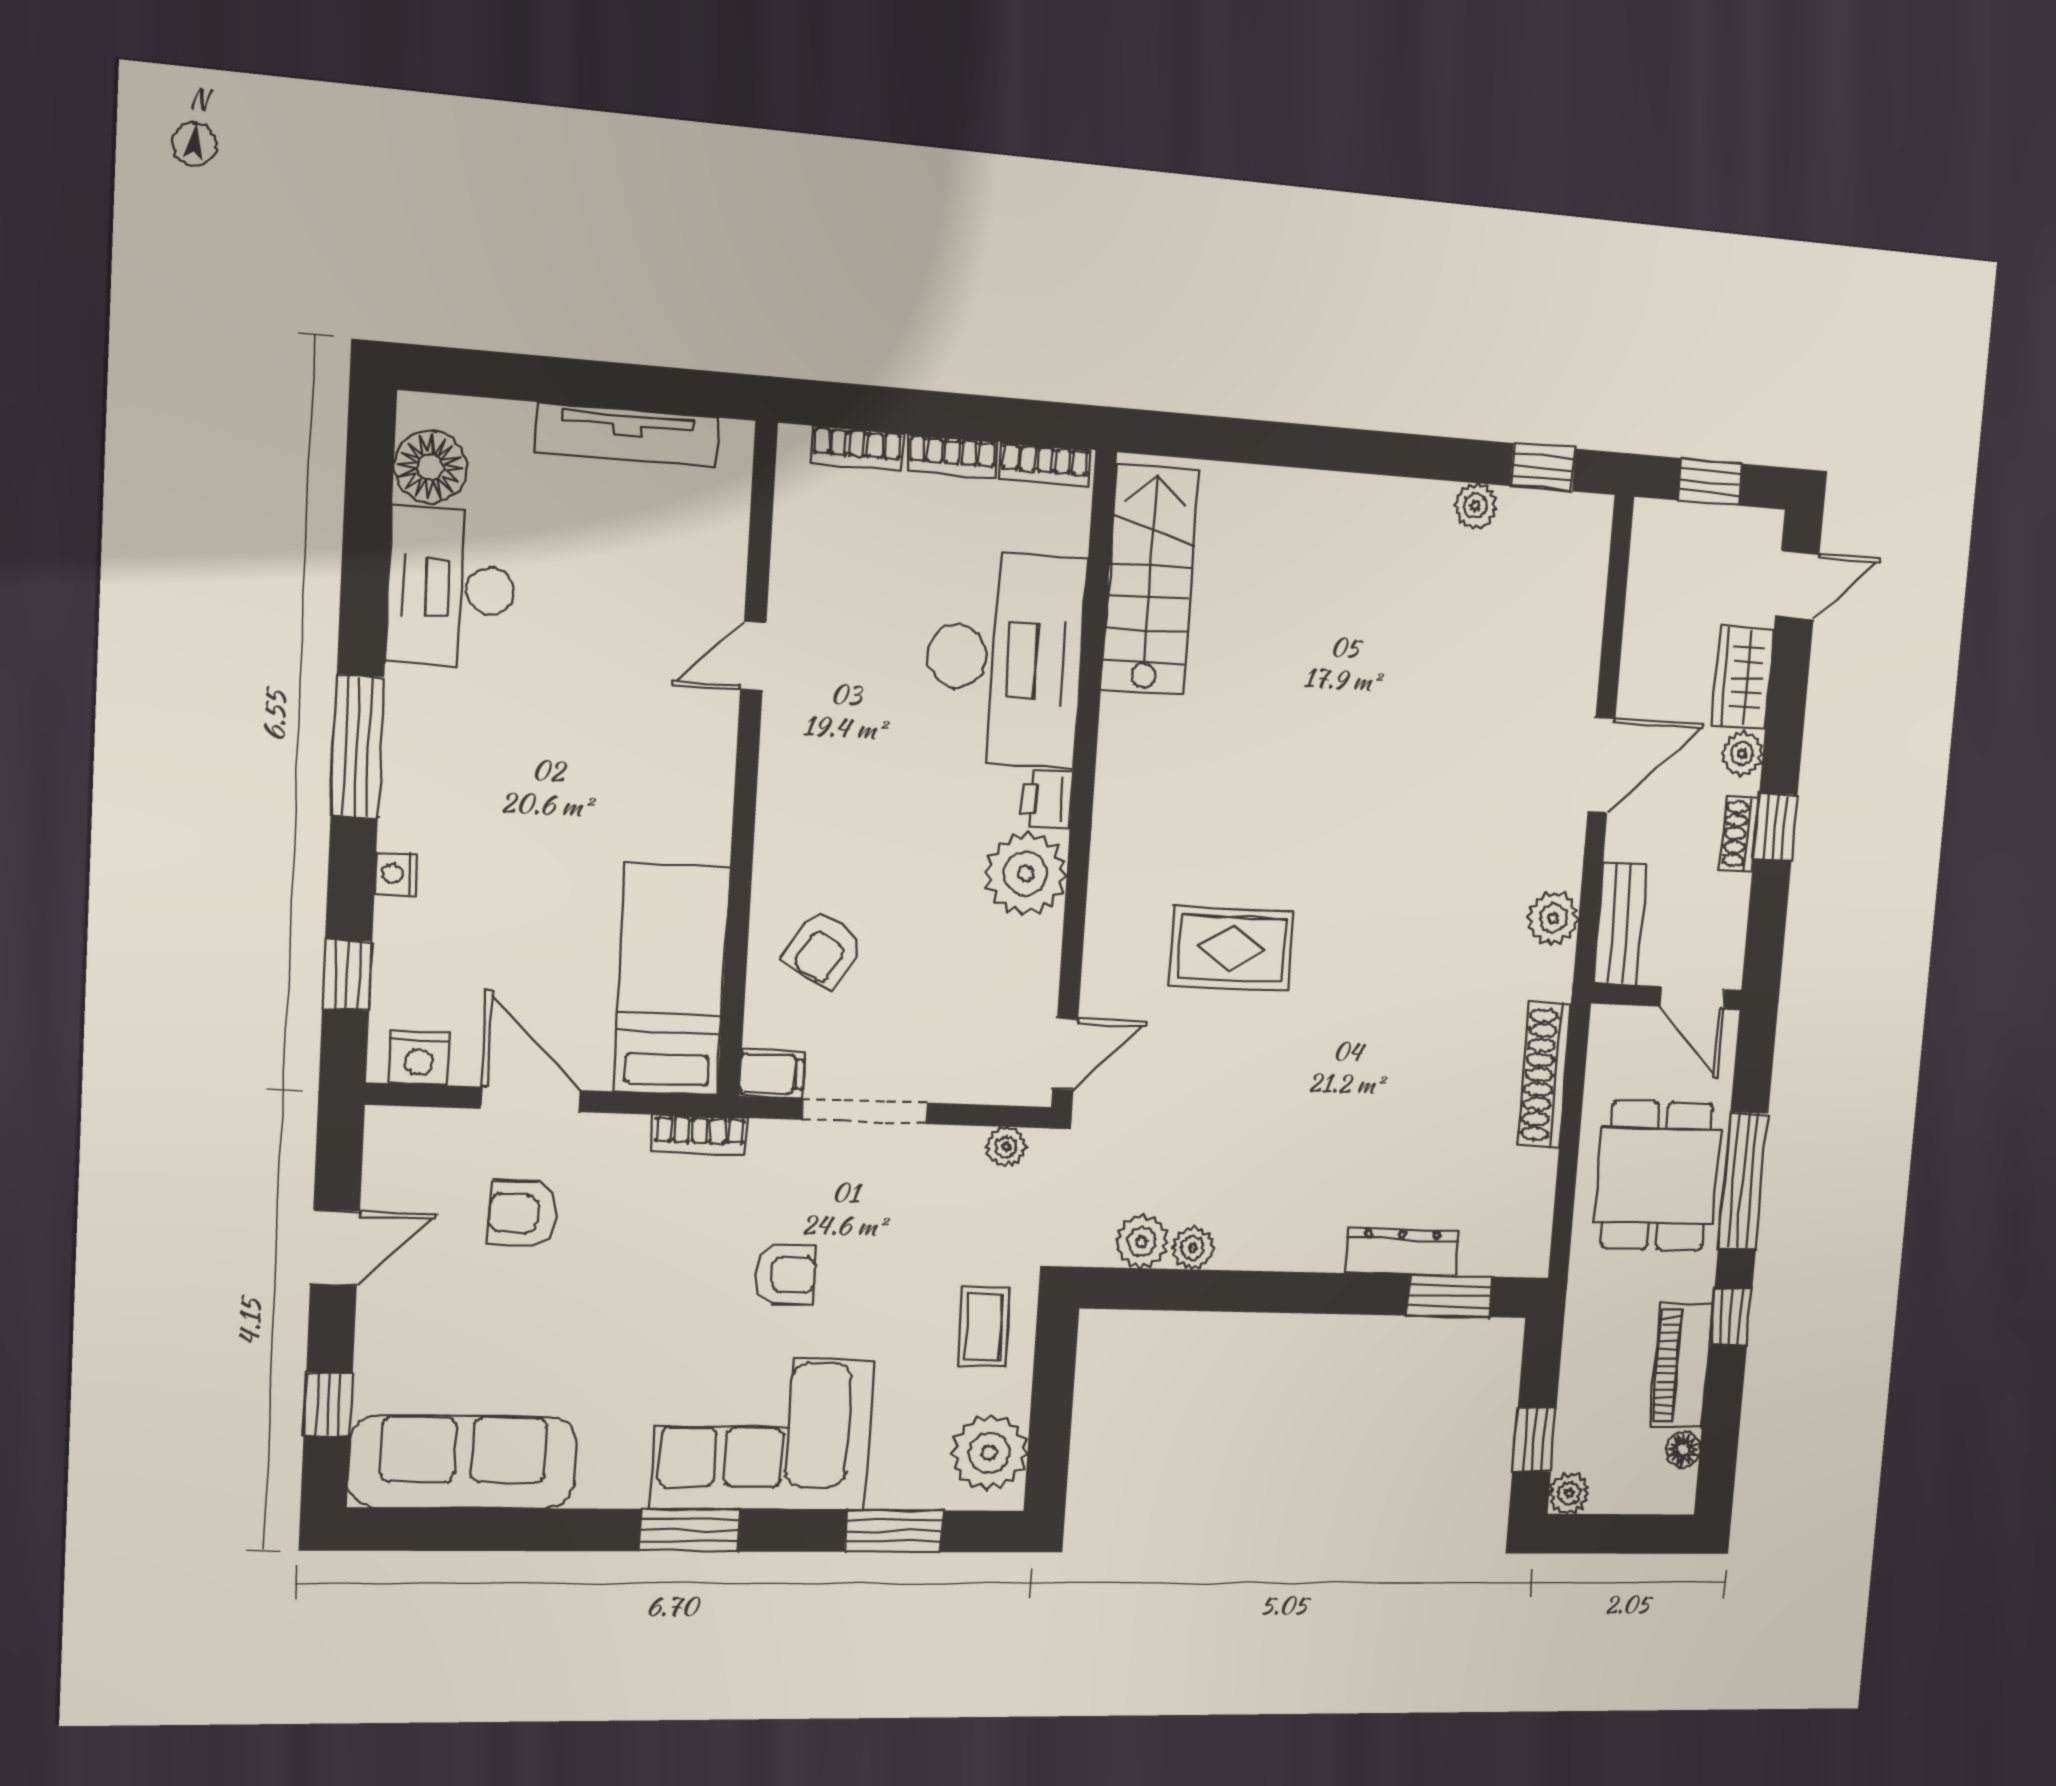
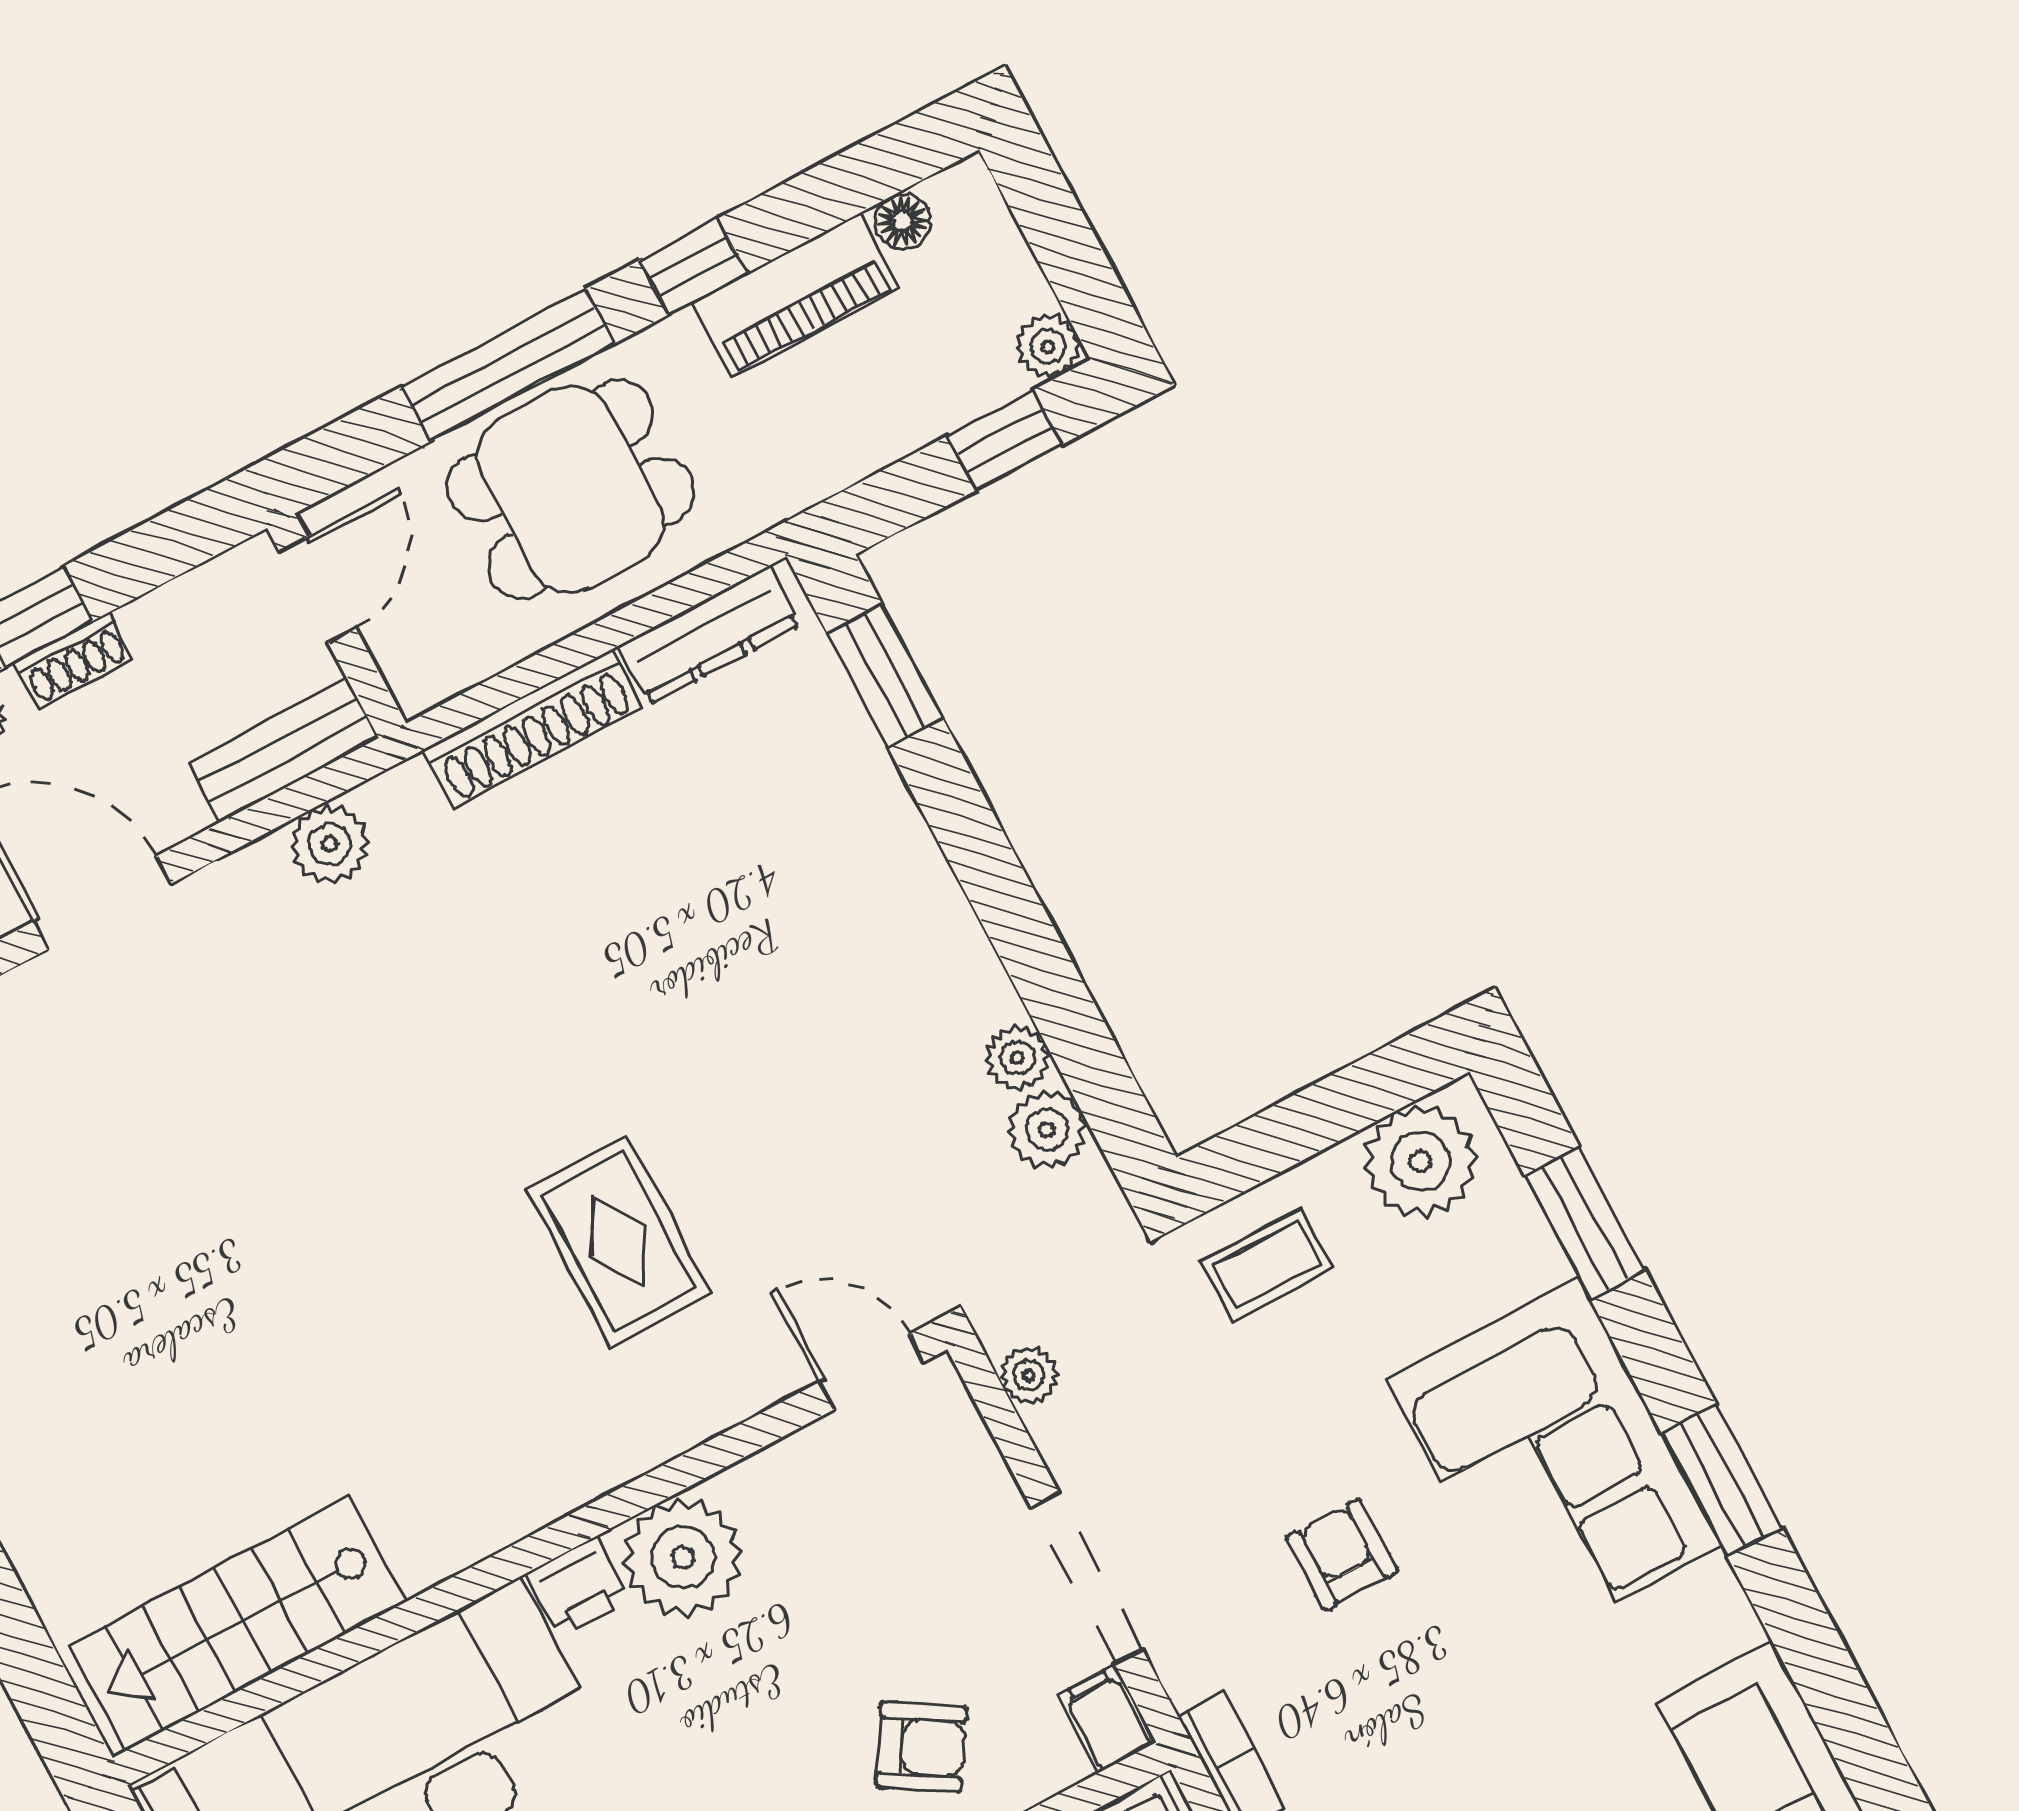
dresser: (1402, 1252) -> (709, 635), moved, turned -90

